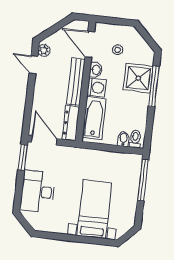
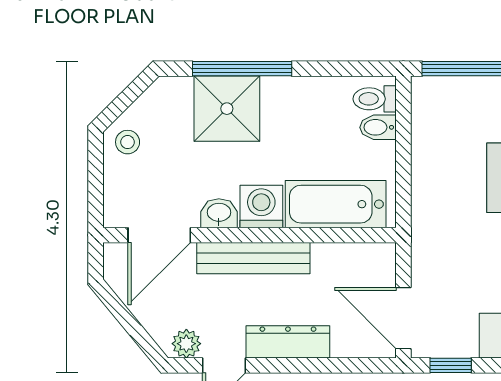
stool: (118, 50) -> (128, 142), moved
dresser: (71, 123) -> (288, 342), moved, turned 180
door: (44, 140) -> (403, 318), hinge flipped
window: (23, 157) -> (451, 365), width x0.67

